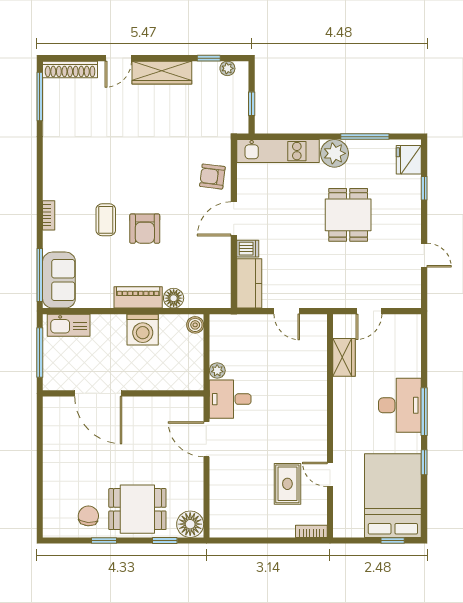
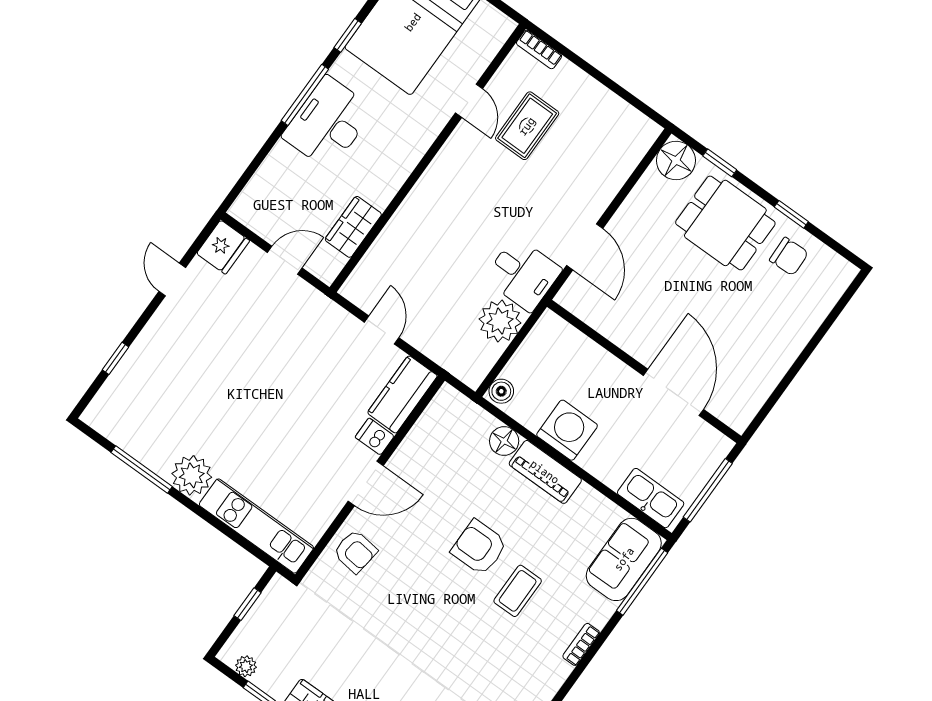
fridge: (409, 160) -> (223, 247), moved
dining table: (348, 215) -> (228, 391), removed
armchair: (145, 229) -> (479, 547), turned -90
plant: (217, 370) -> (500, 321), width x1.88, depth x1.88
chair: (88, 516) -> (789, 256), turned -96

